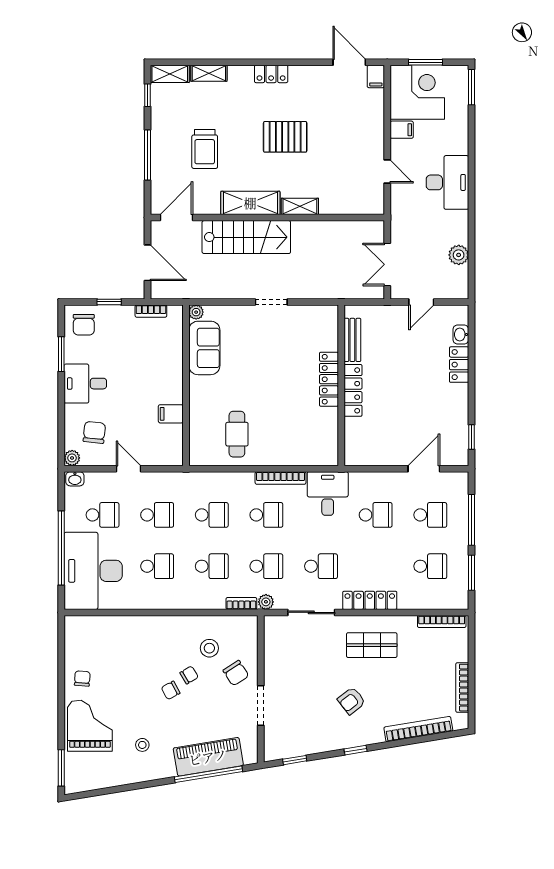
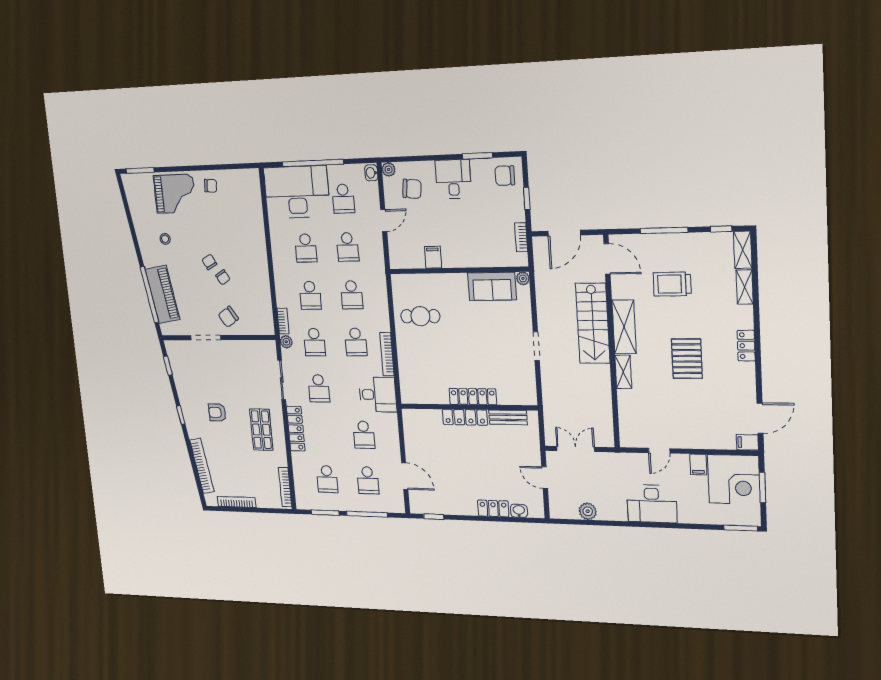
stool: (209, 648) -> (245, 294), removed
armchair: (351, 701) -> (217, 412), turned -52

